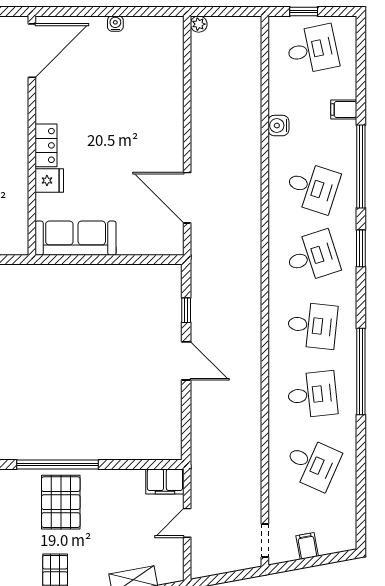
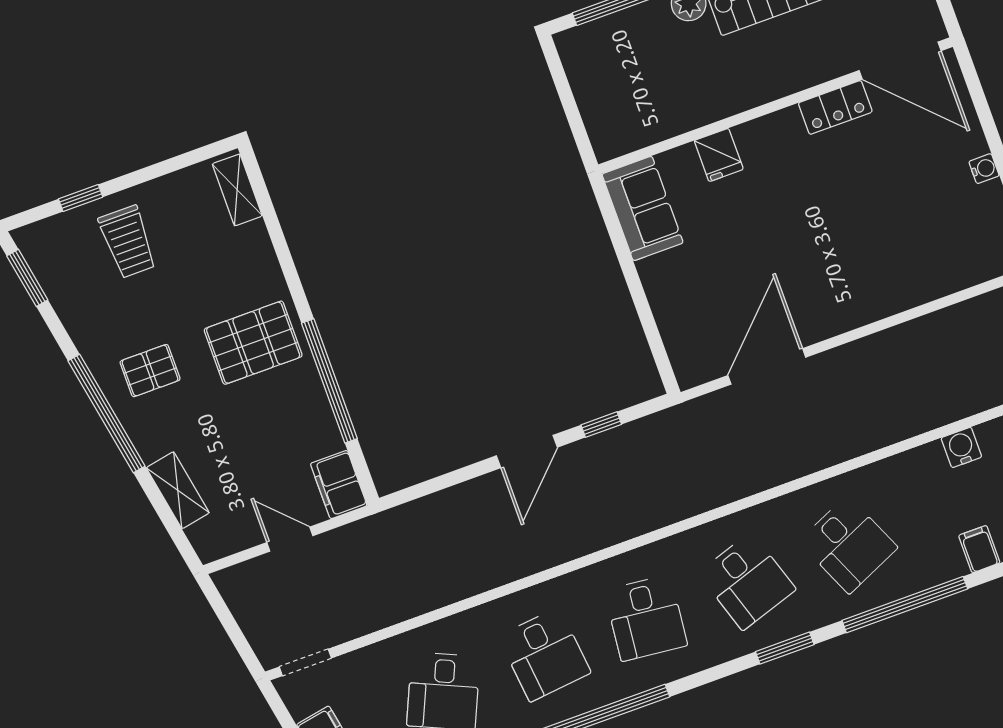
water cooler: (278, 126) -> (961, 447), moved
locker: (46, 145) -> (835, 107), moved
desk: (312, 187) -> (848, 545), turned -42
sofa: (76, 238) -> (643, 208), width x0.73
window: (58, 465) -> (329, 381), moved

